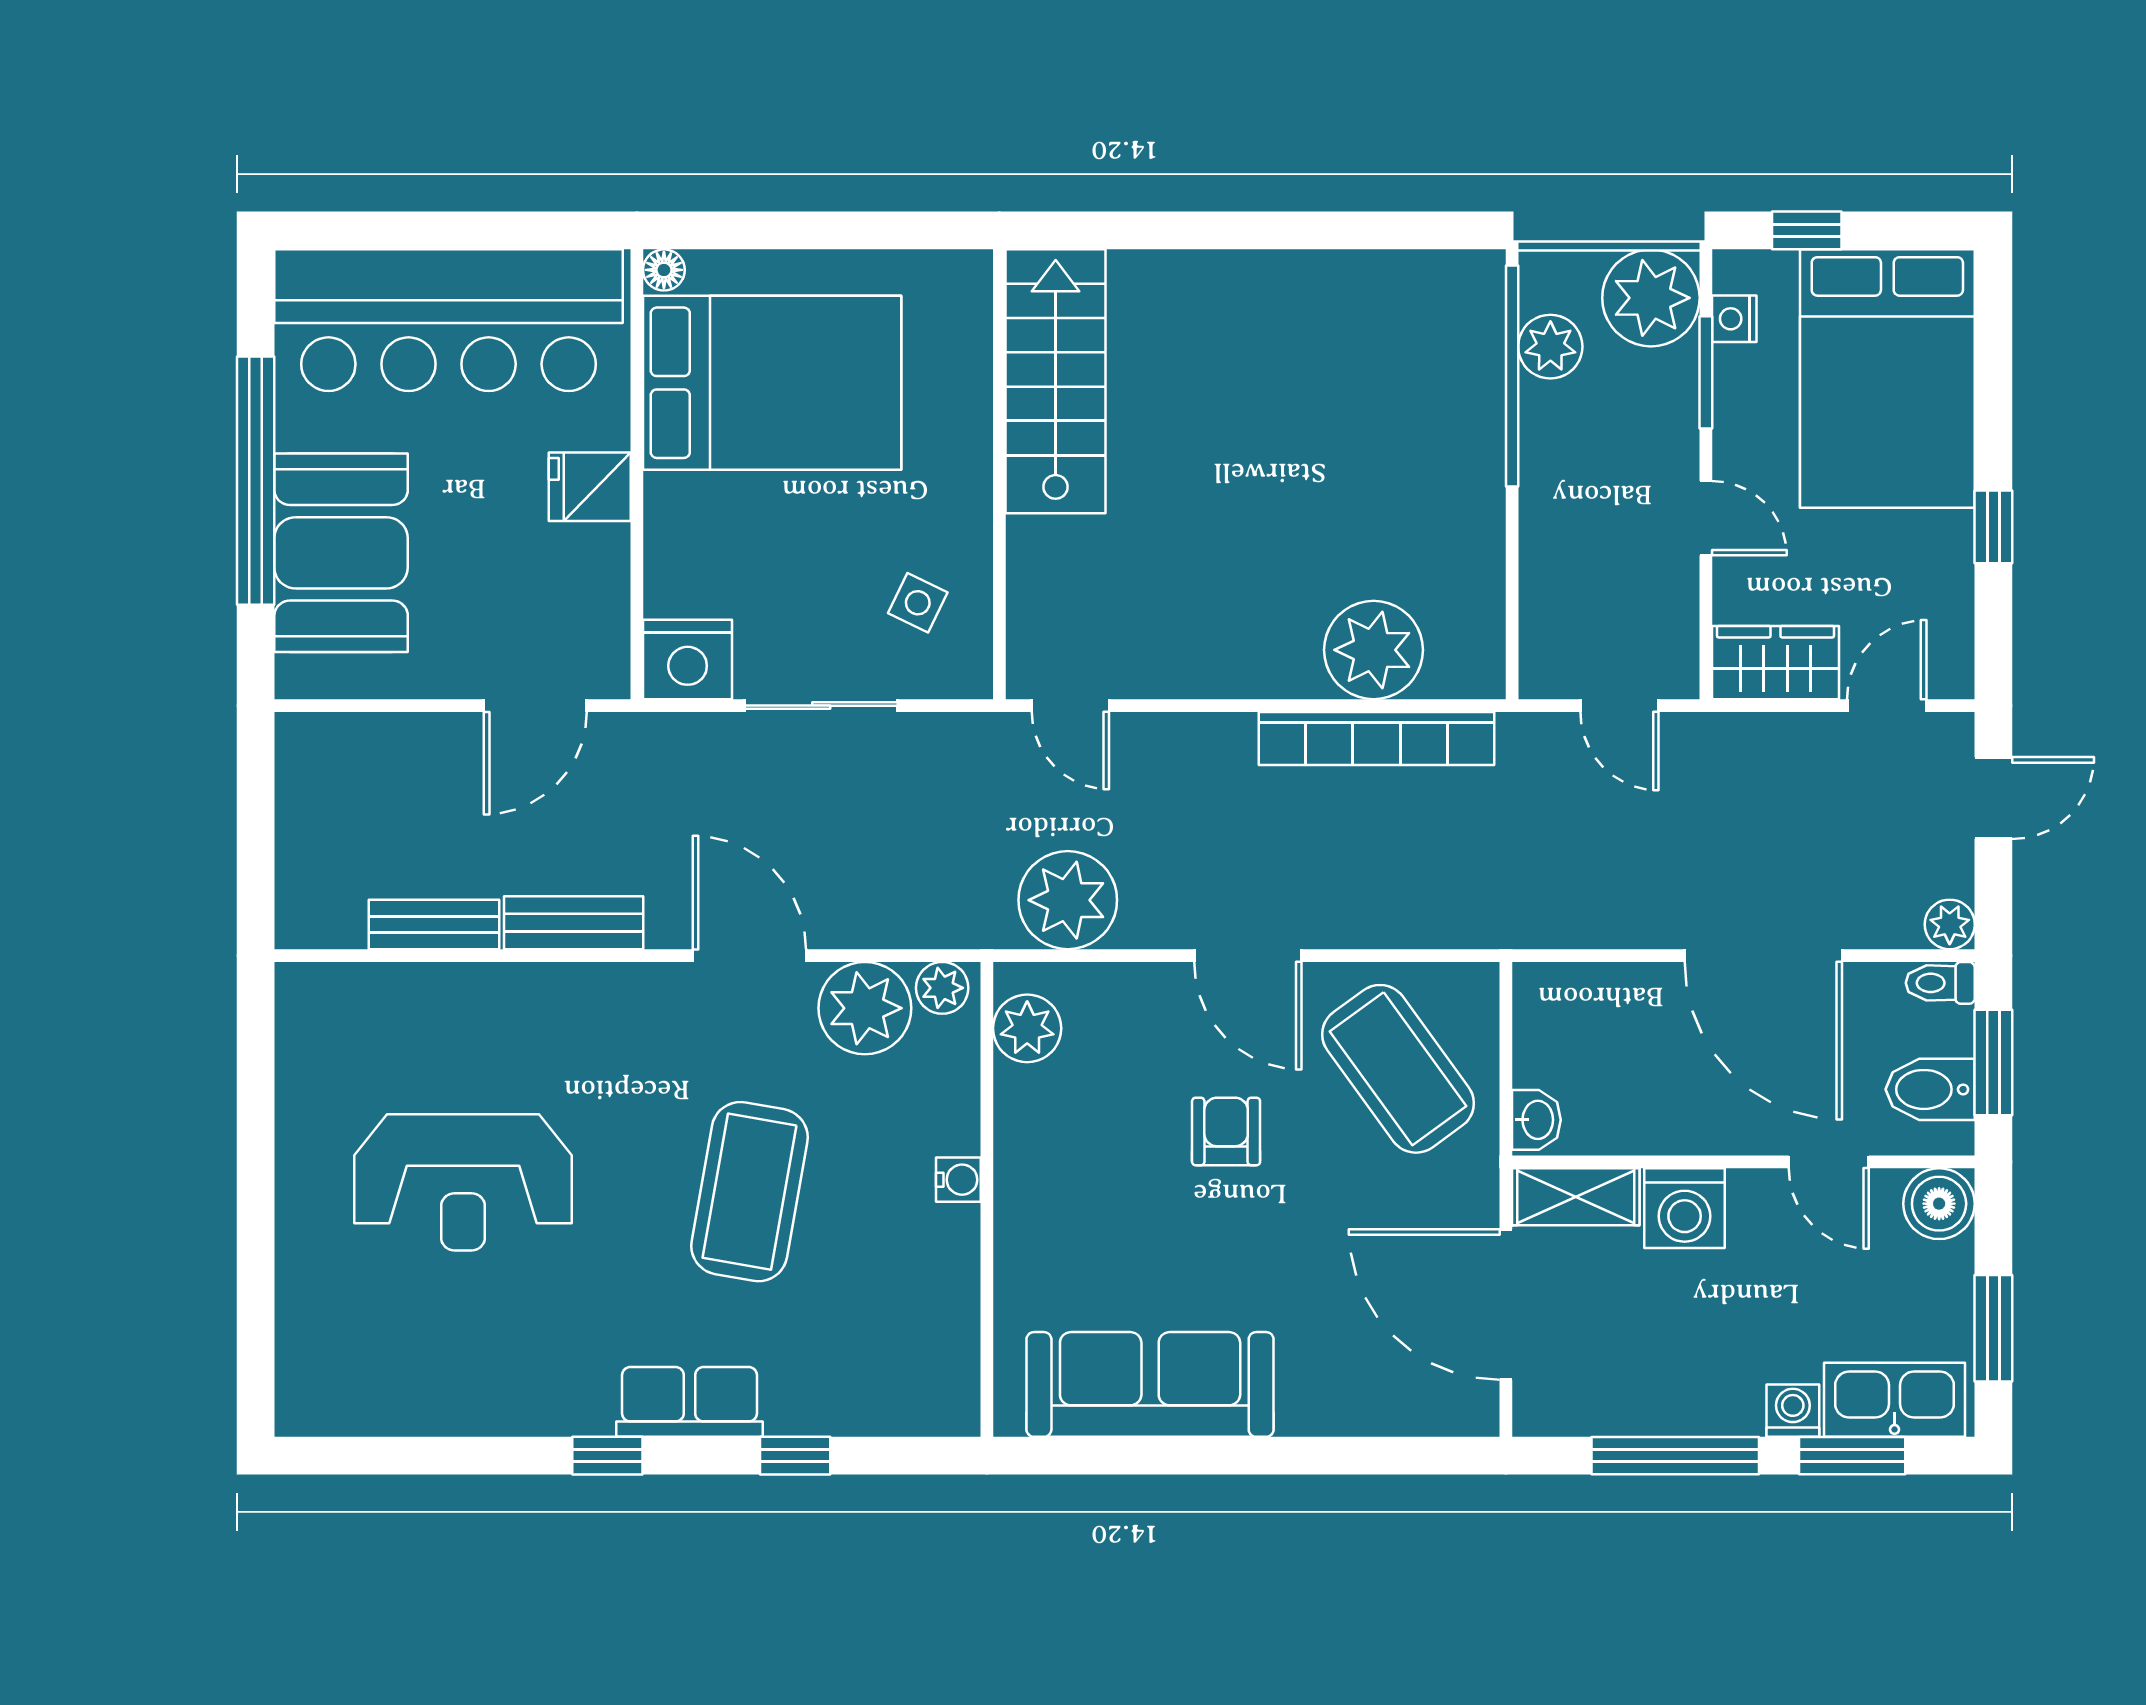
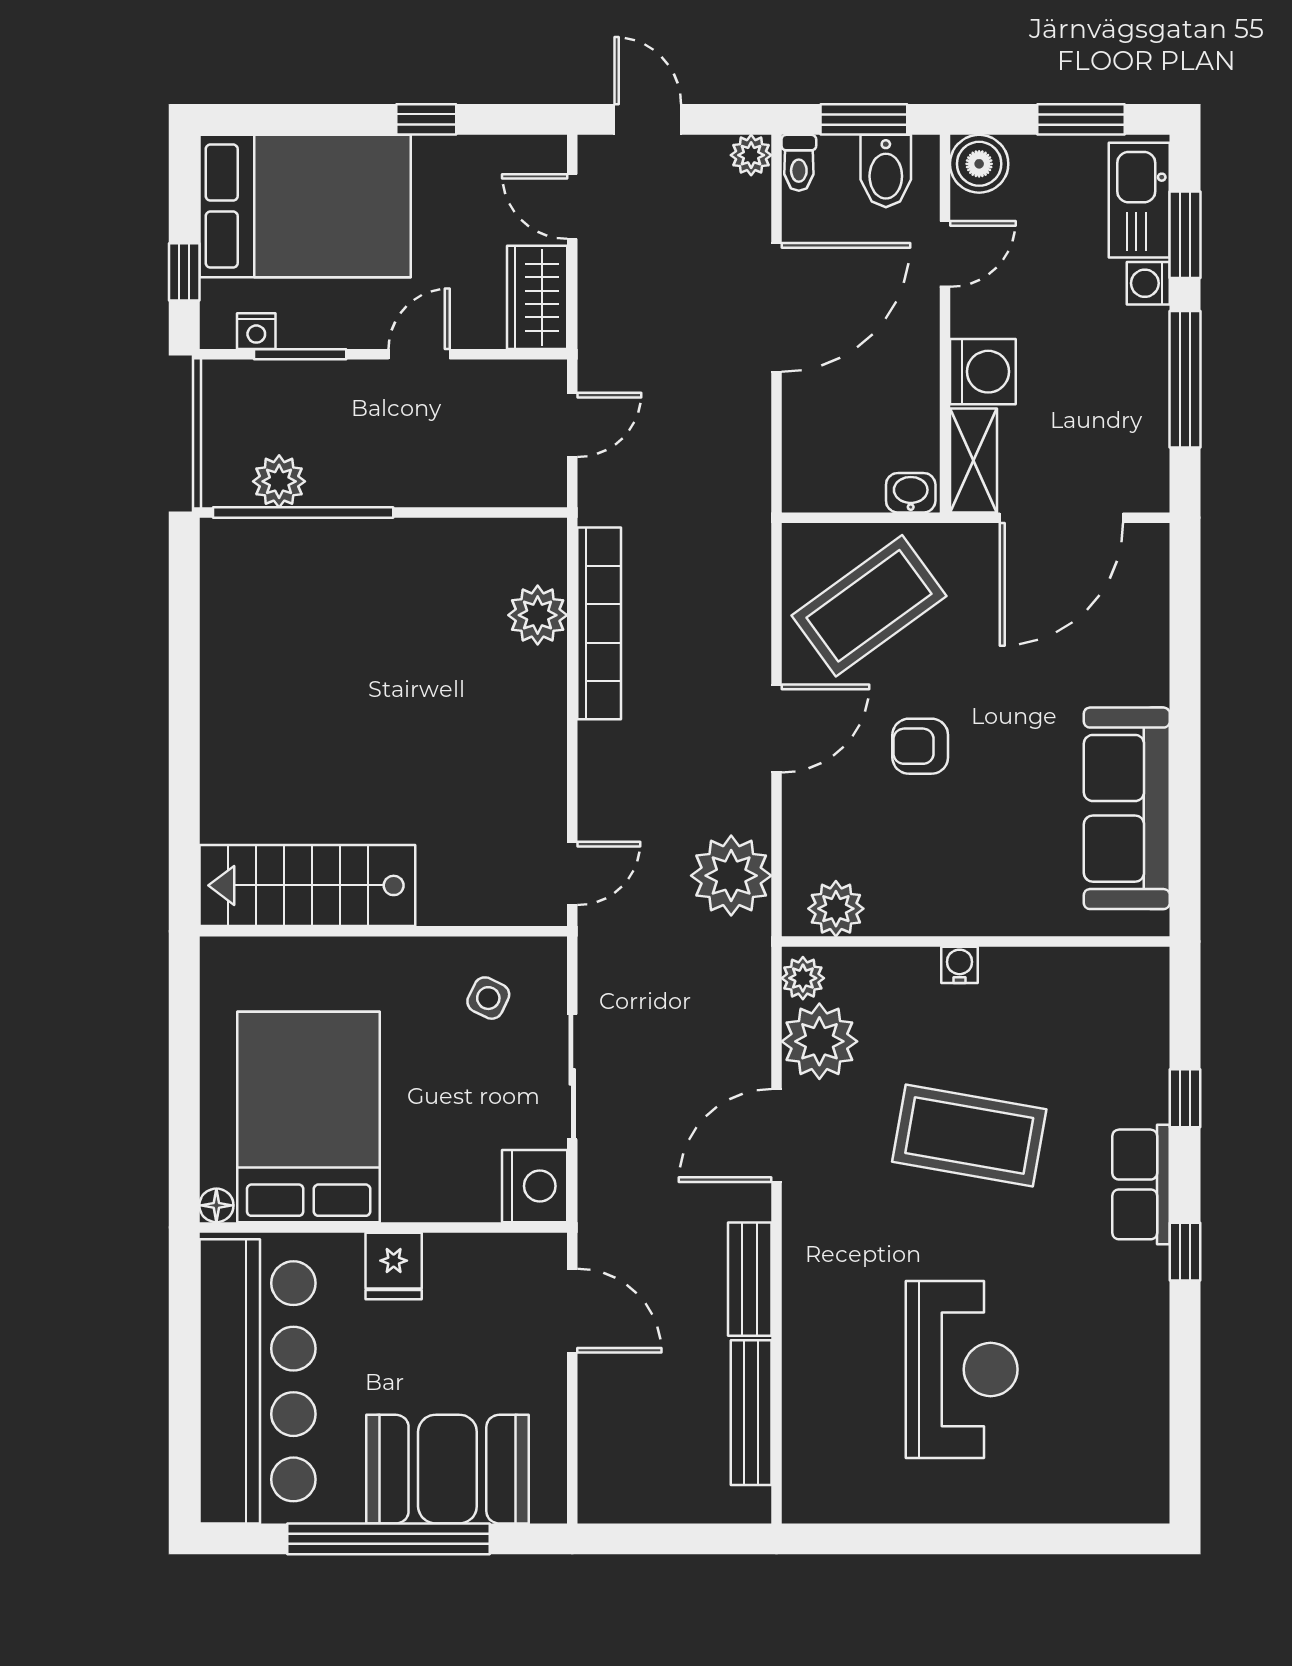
plant: (1651, 298) -> (239, 399), removed
plant: (1374, 650) -> (538, 615), width x0.73, depth x0.73
bench: (434, 924) -> (751, 1413), width x1.36

